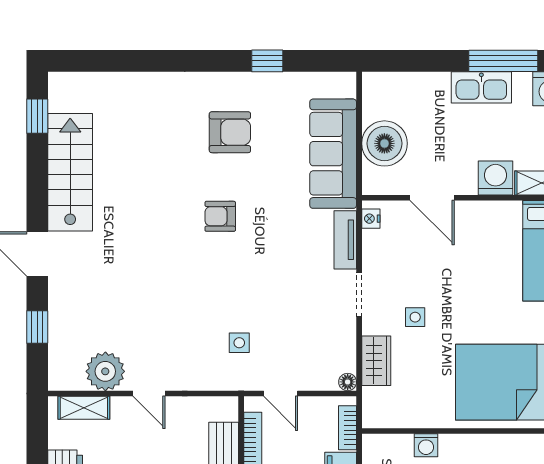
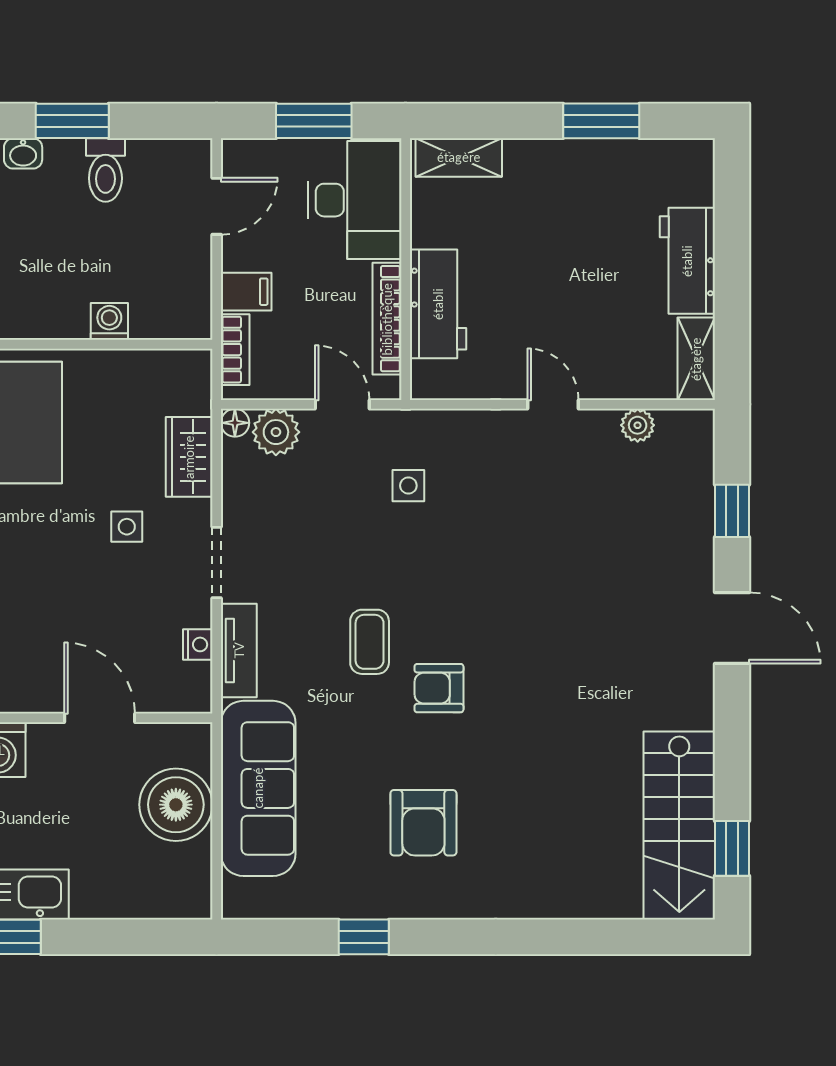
armchair: (230, 132) -> (423, 823), turned -90
stairs: (70, 172) -> (679, 826), moved
armchair: (220, 216) -> (439, 688), turned 180
nightstand: (371, 219) -> (198, 644), moved
coffee table: (264, 245) -> (370, 642), added
plant: (105, 371) -> (638, 425), width x0.53, depth x0.53
plant: (322, 376) -> (276, 432), added
shelving: (84, 408) -> (696, 359), moved, turned 90

